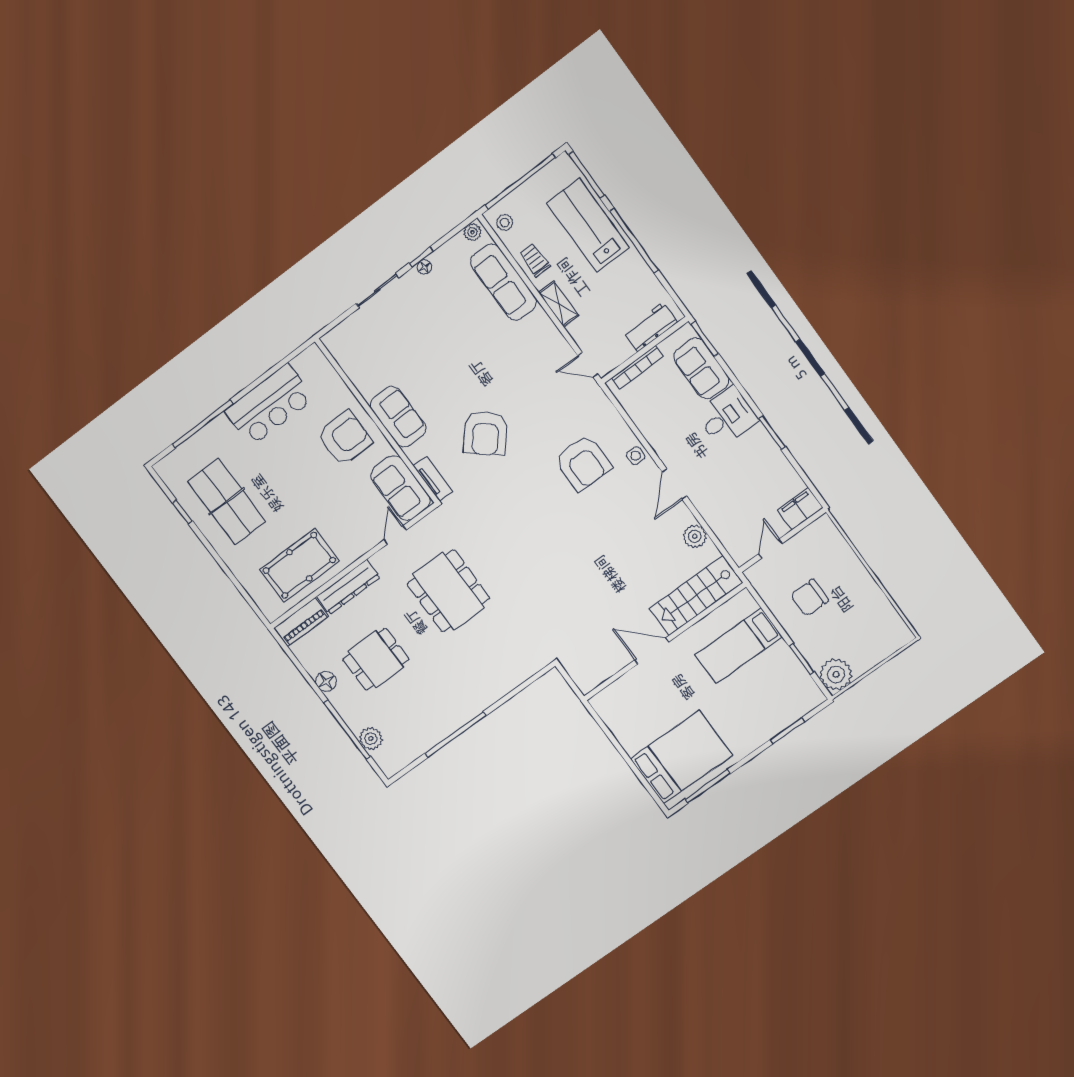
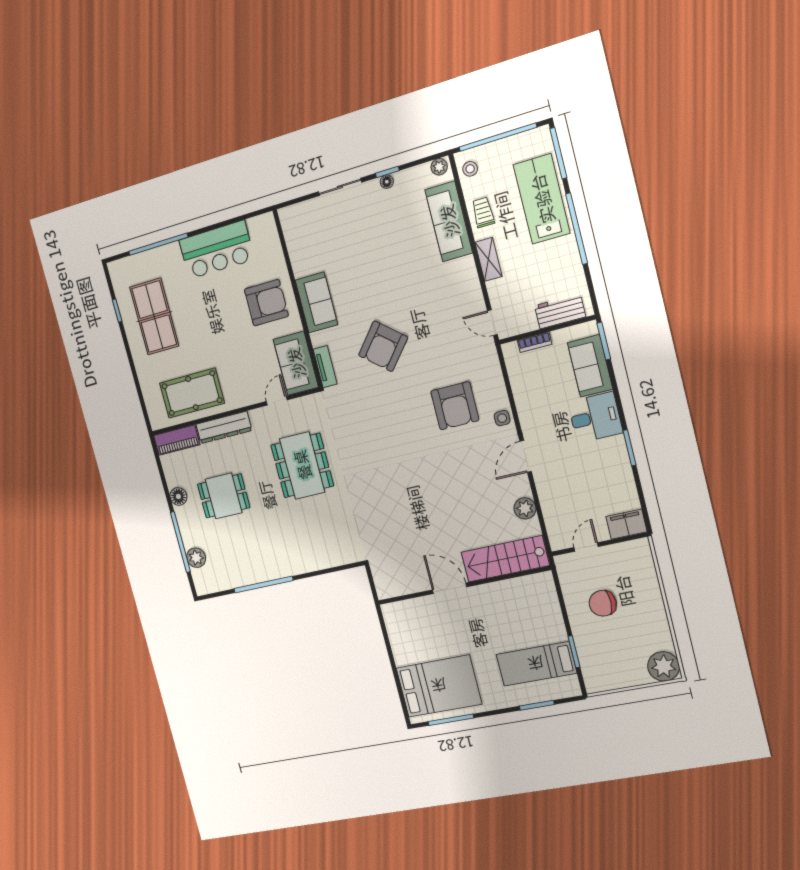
bookcase: (637, 367) -> (534, 342), width x0.64
bed: (739, 646) -> (536, 664), moved
plant: (836, 674) -> (664, 666), moved

